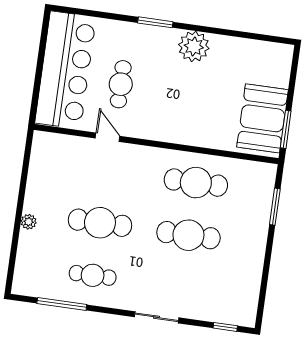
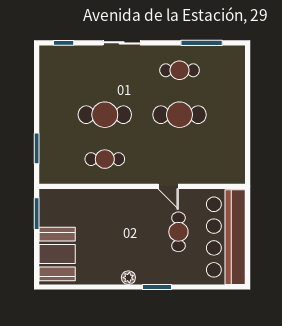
plant: (194, 46) -> (128, 278), width x0.53, depth x0.53
booth: (263, 118) -> (57, 254), moved
door: (108, 137) -> (168, 186), moved
cafe table: (196, 183) -> (105, 159), width x0.73, depth x0.74
plant: (29, 222) -> (239, 107), removed

